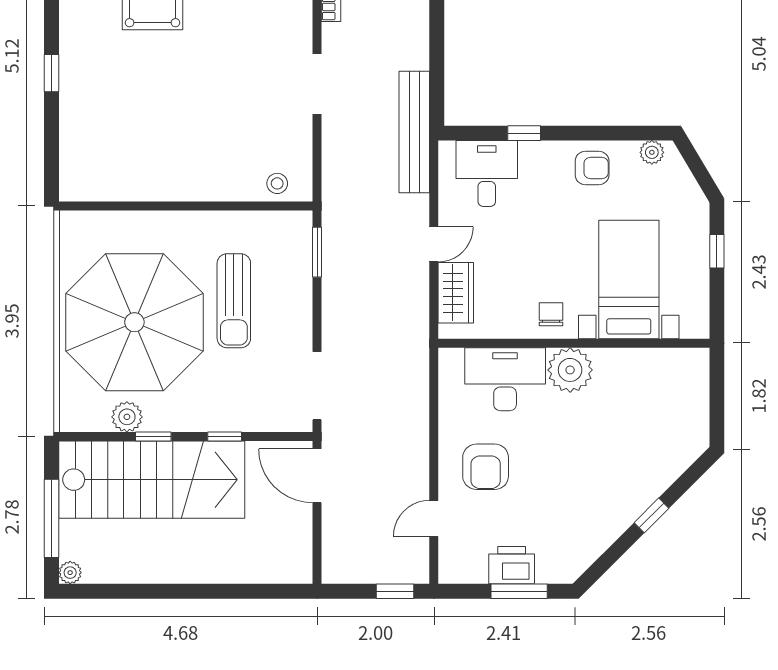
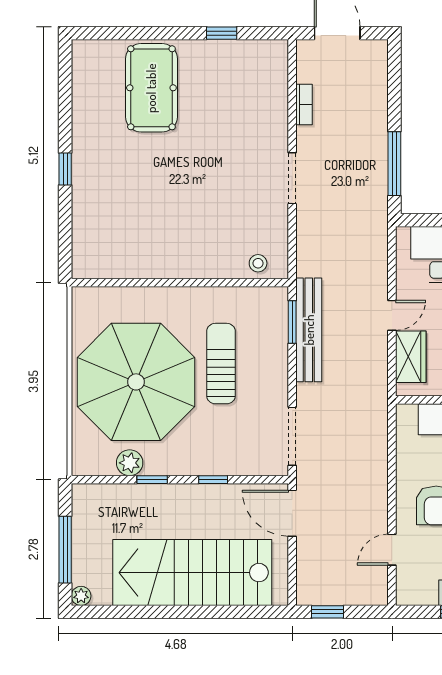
window: (437, 67) -> (394, 164), added
bench: (414, 132) -> (309, 330), moved
sun lounger: (234, 301) -> (221, 364), turned 180
stairs: (152, 480) -> (192, 573), moved, turned 180
window: (395, 591) -> (328, 612), moved

